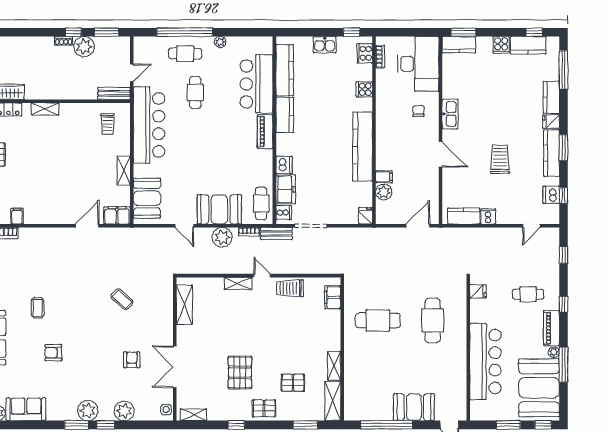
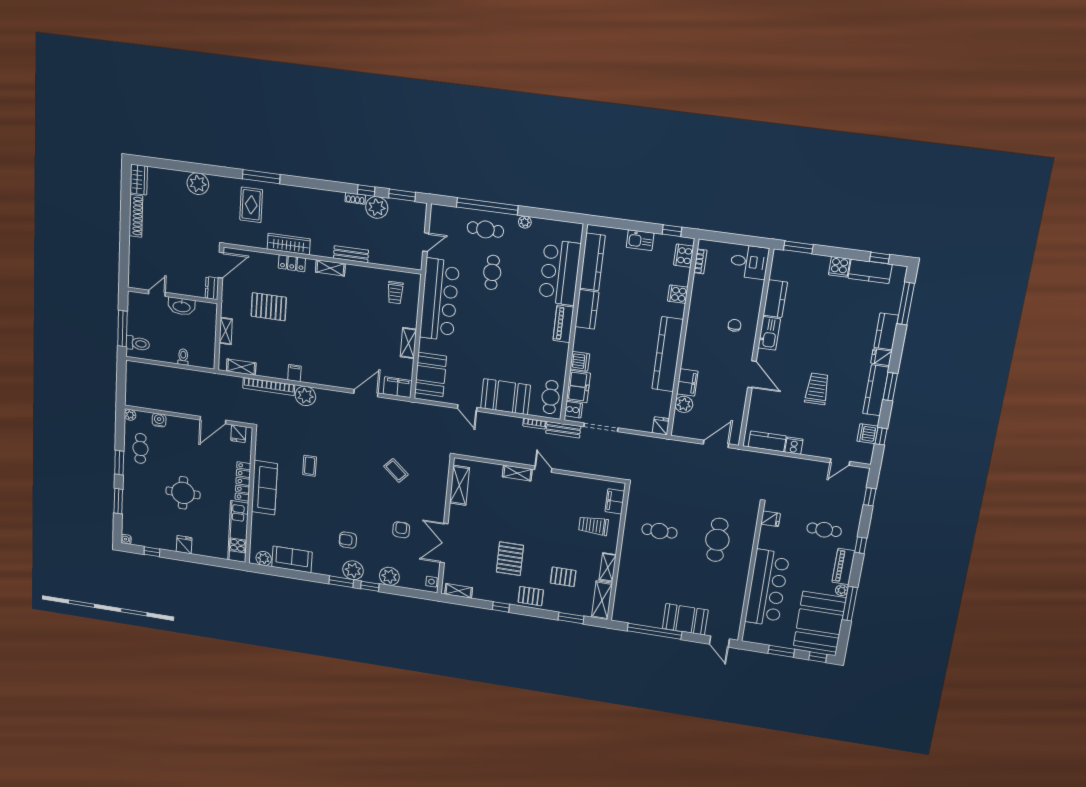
kitchen counter: (459, 45) -> (775, 299), moved, turned -90
desk: (418, 64) -> (749, 262), width x0.53, depth x0.77
bench: (114, 93) -> (351, 254), moved
filing cabinet: (384, 177) -> (687, 383), width x2.00
plant: (222, 237) -> (305, 396), moved
trolley: (290, 288) -> (594, 526), moved
cafe table: (378, 320) -> (659, 531), width x0.73, depth x0.74
armchair: (53, 353) -> (348, 540), moved

